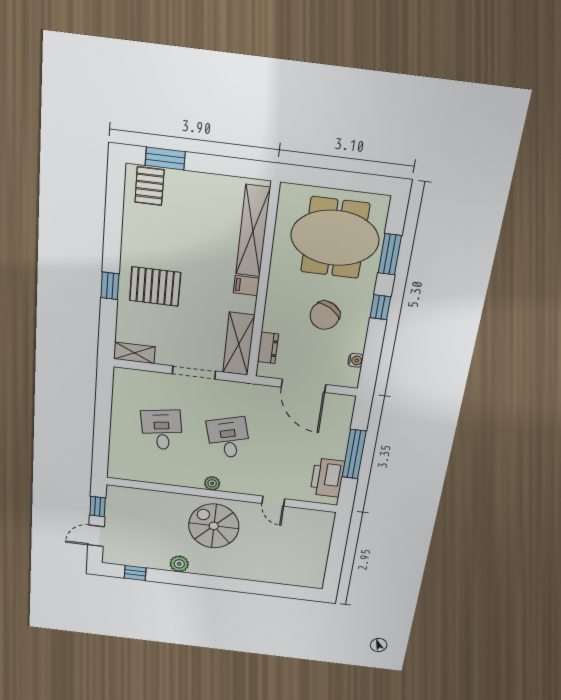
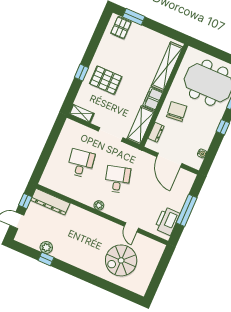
filing cabinet: (246, 286) -> (153, 99), width x2.00
chair: (325, 315) -> (177, 111), moved, turned 144
dresser: (136, 498) -> (50, 202), added
spiral stairs: (214, 526) -> (121, 260), moved, turned -90
plant: (179, 564) -> (46, 247), moved
window: (135, 573) -> (46, 259), moved

